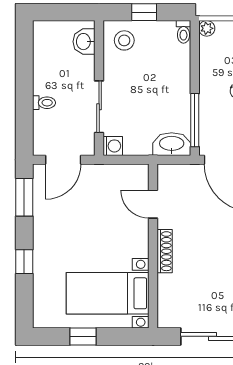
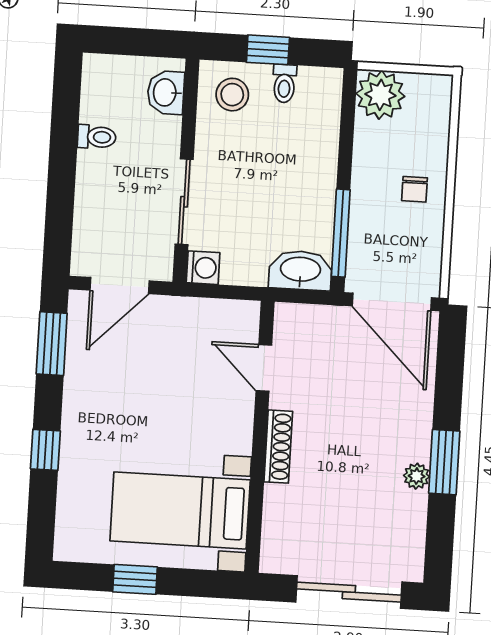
plant: (207, 28) -> (380, 95), width x1.87, depth x1.87
toilet: (183, 32) -> (284, 83), moved
toilet: (44, 103) -> (97, 137), moved

